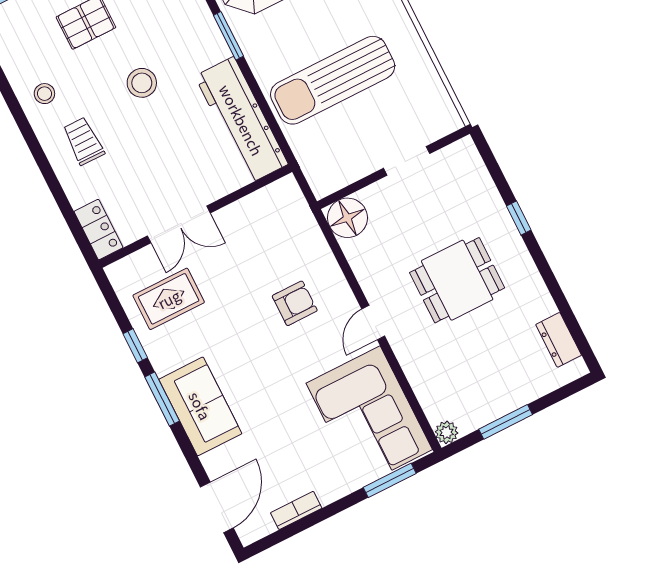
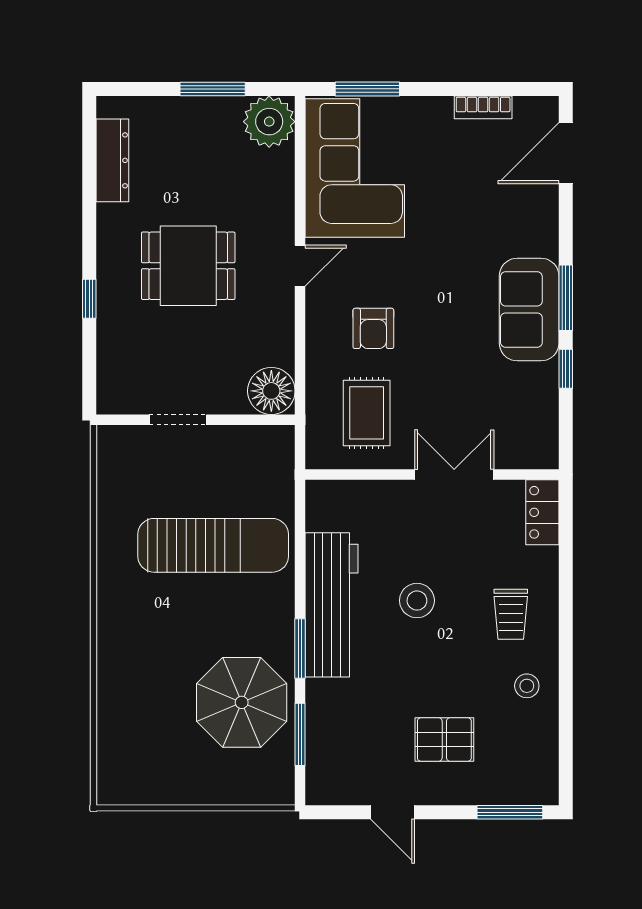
stool: (142, 83) -> (417, 601), moved
workbench: (241, 120) -> (332, 605), moved
rug: (169, 299) -> (367, 413), moved, turned 90
armchair: (295, 303) -> (373, 328), turned -90
dresser: (559, 340) -> (112, 160), width x1.44
sofa: (200, 406) -> (529, 310), moved
plant: (447, 432) -> (269, 122), width x1.87, depth x1.87

